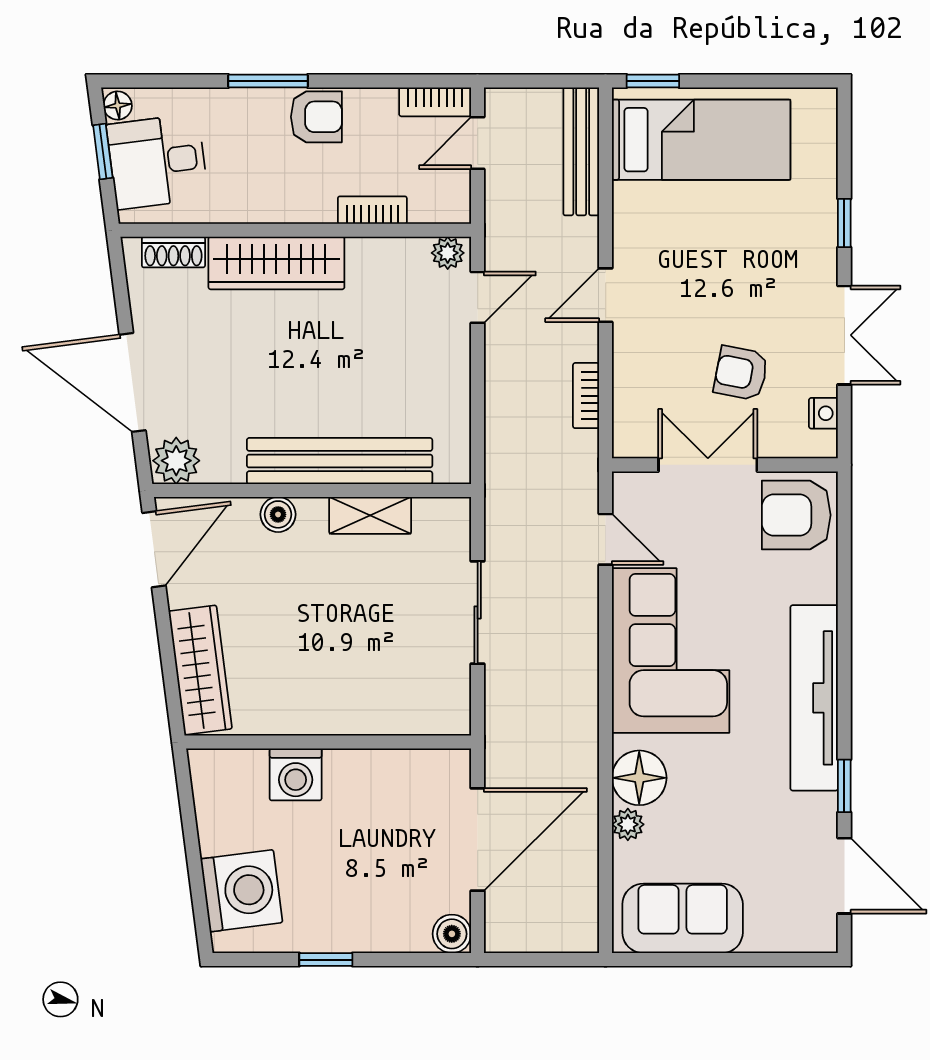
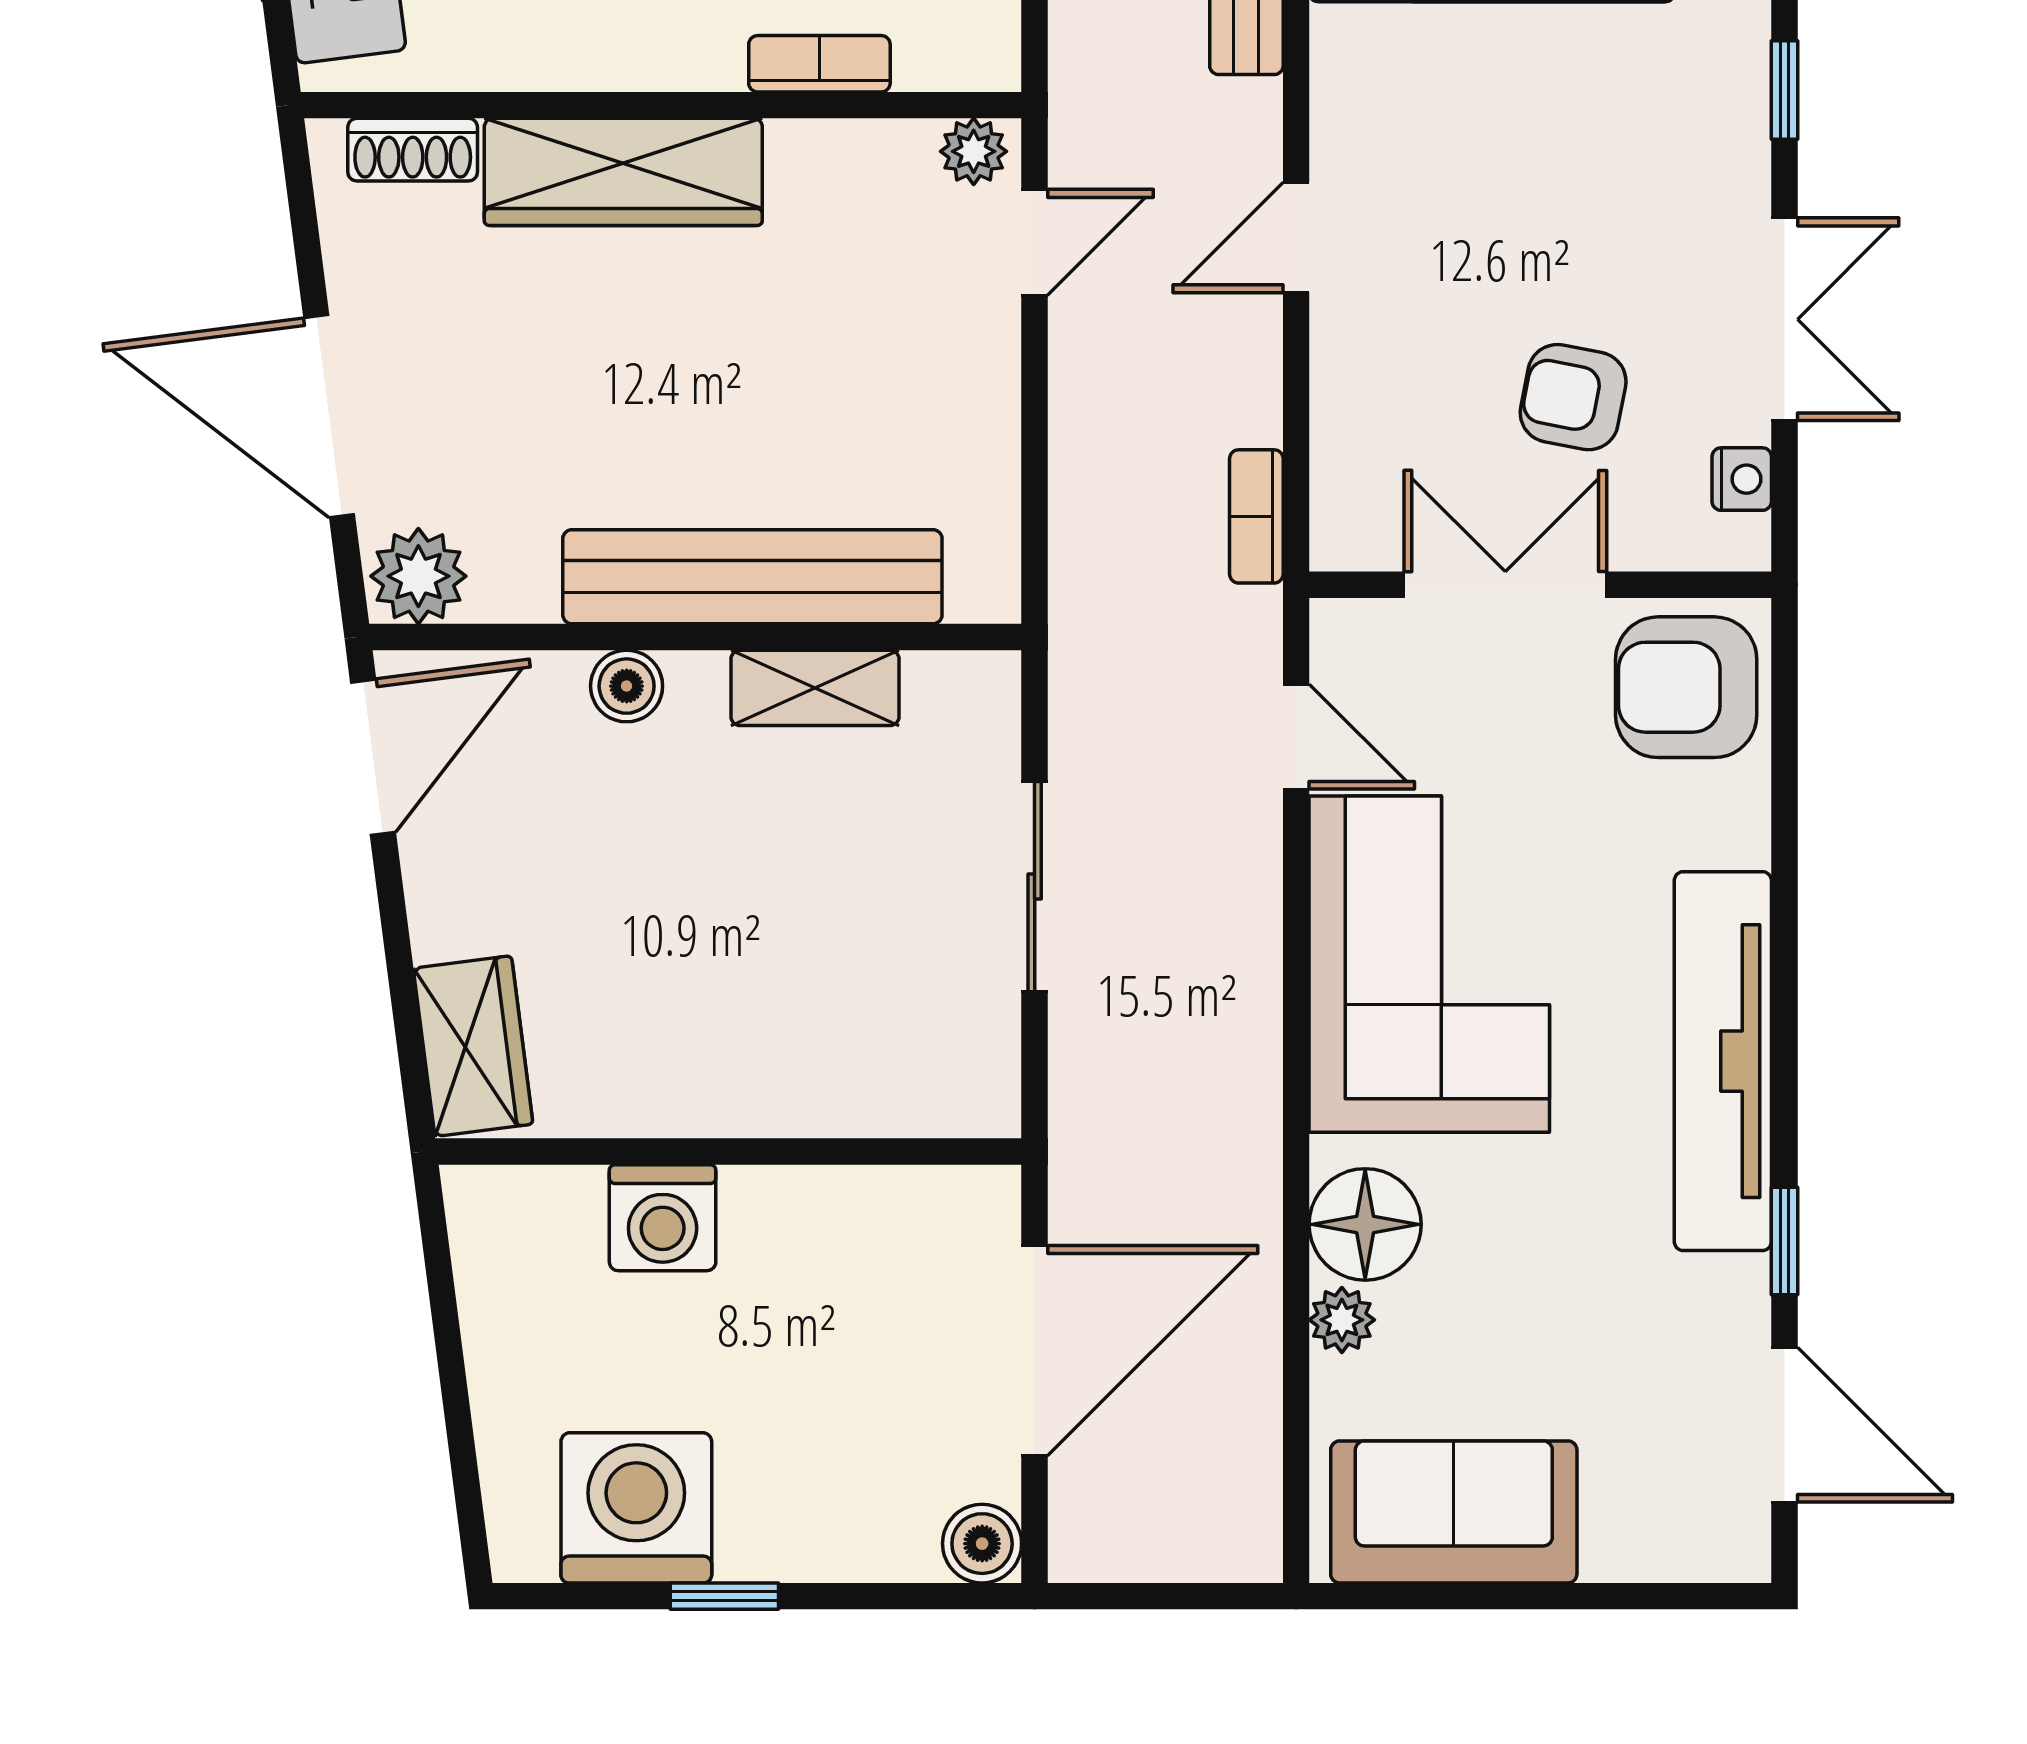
bookcase: (586, 396) -> (1256, 516), moved
wardrobe: (200, 670) -> (473, 1046), width x0.67
washing machine: (242, 891) -> (636, 1508), moved, turned -83

